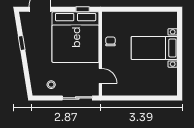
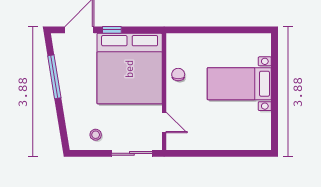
window: (83, 9) -> (112, 30), moved
window: (22, 43) -> (54, 77), width x2.17

